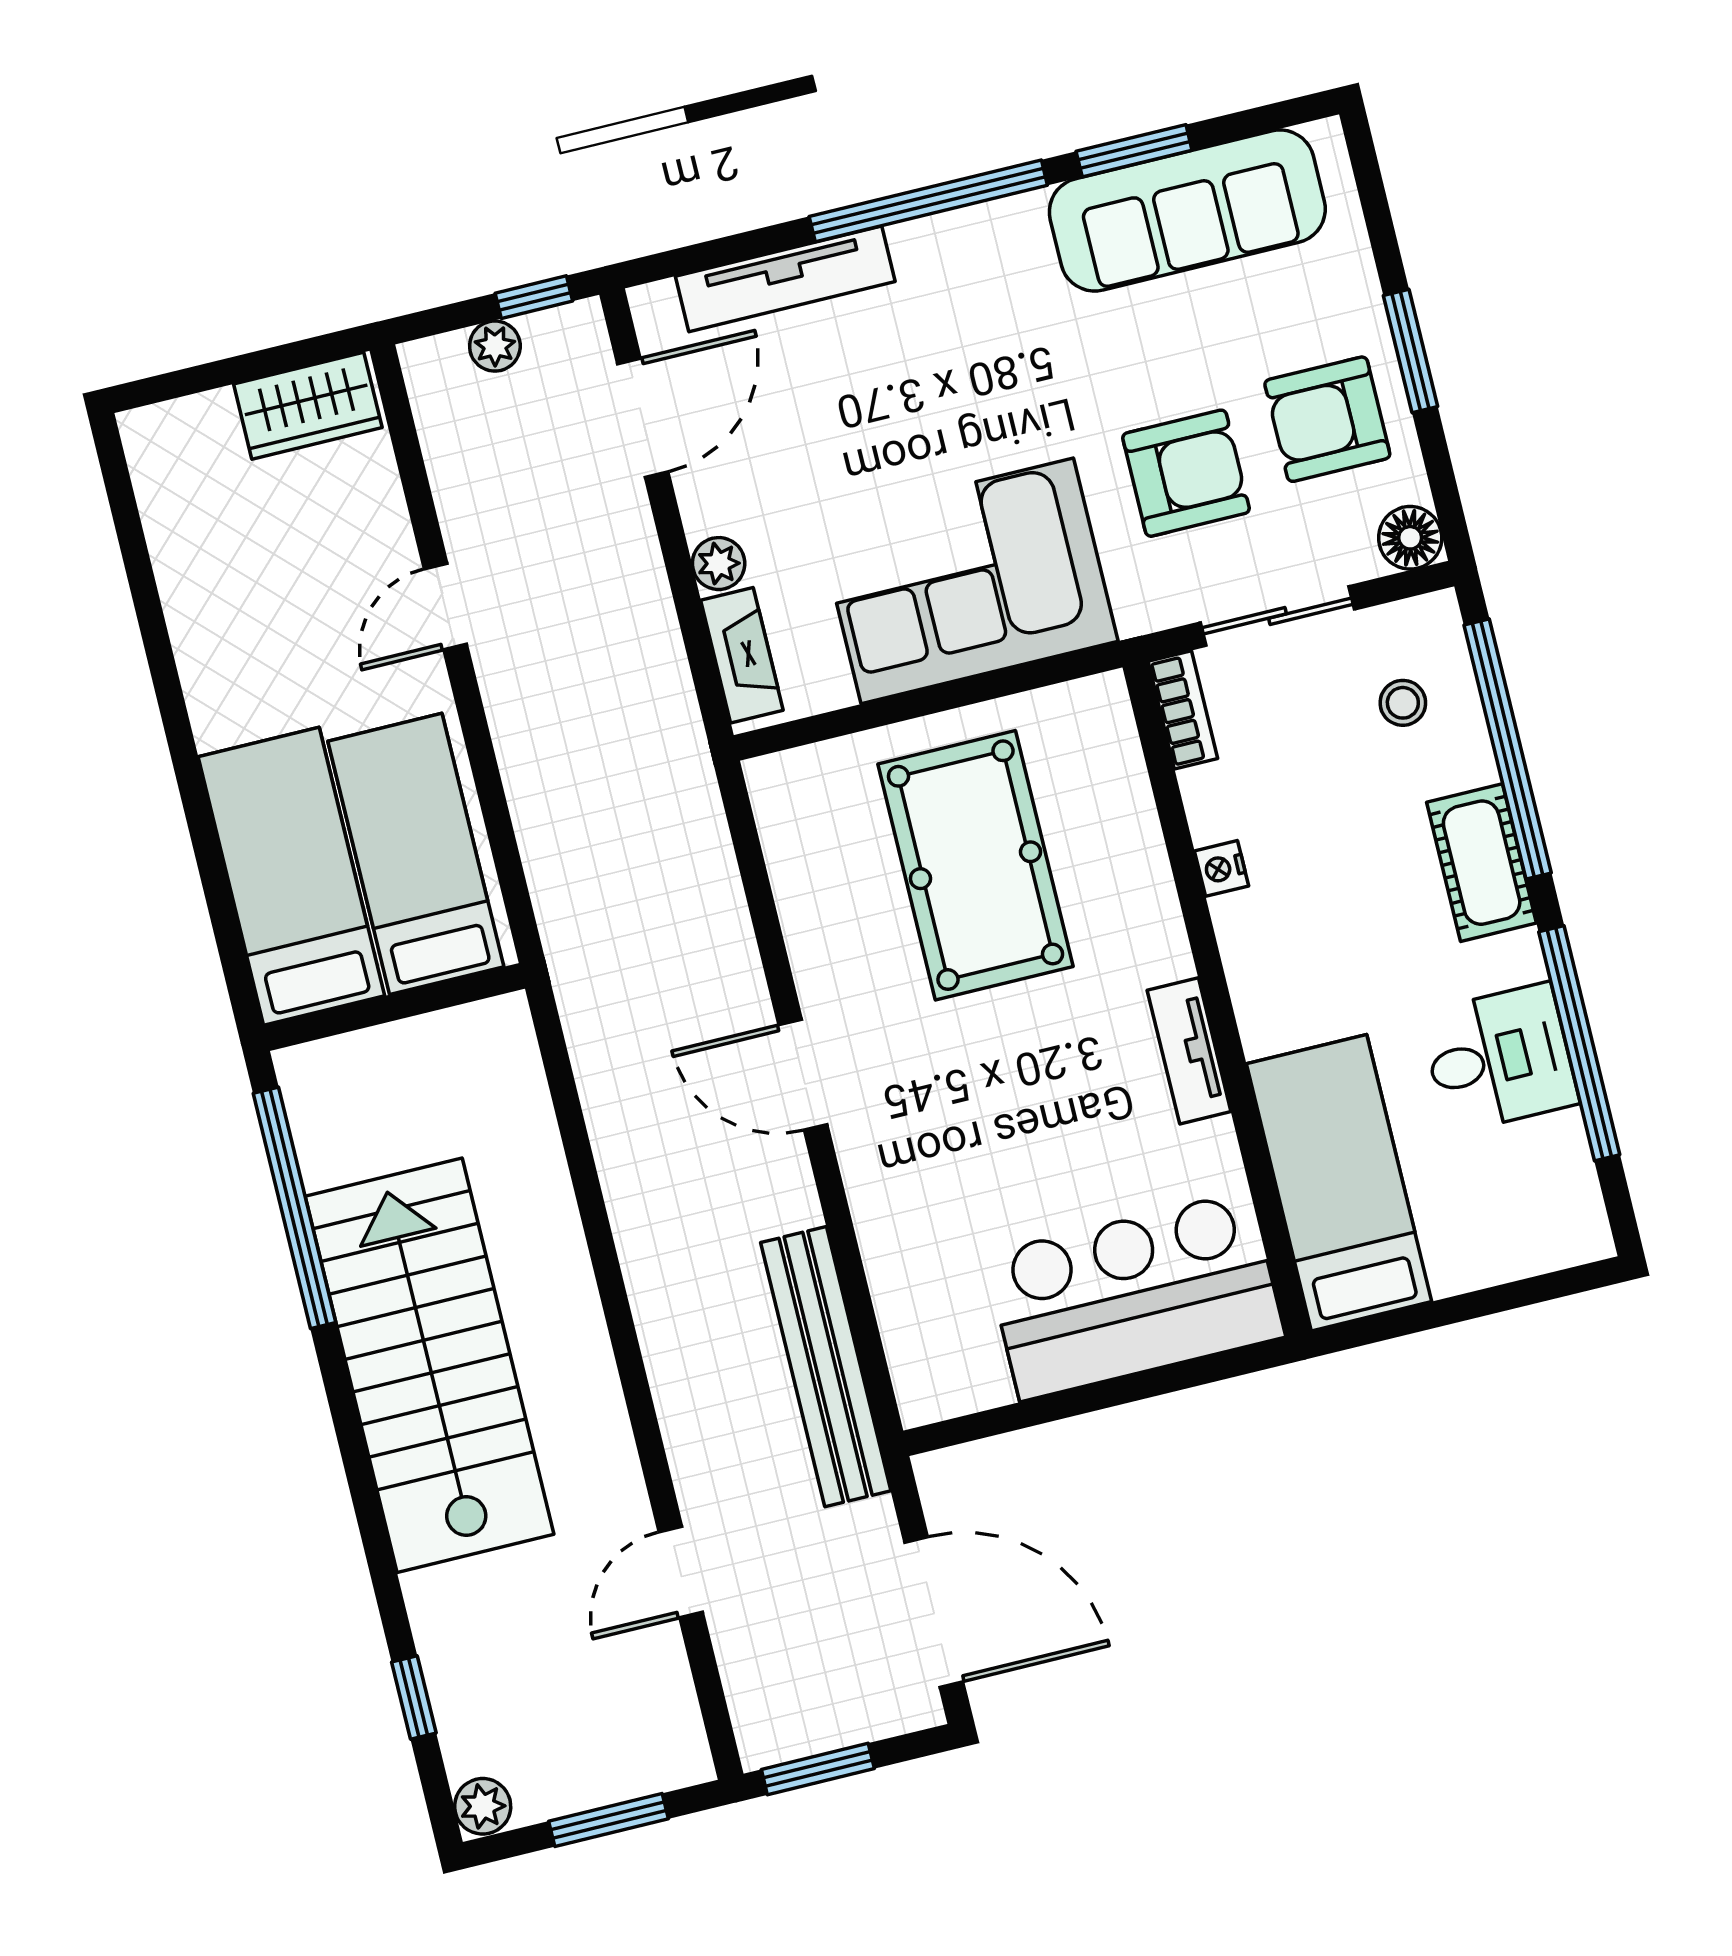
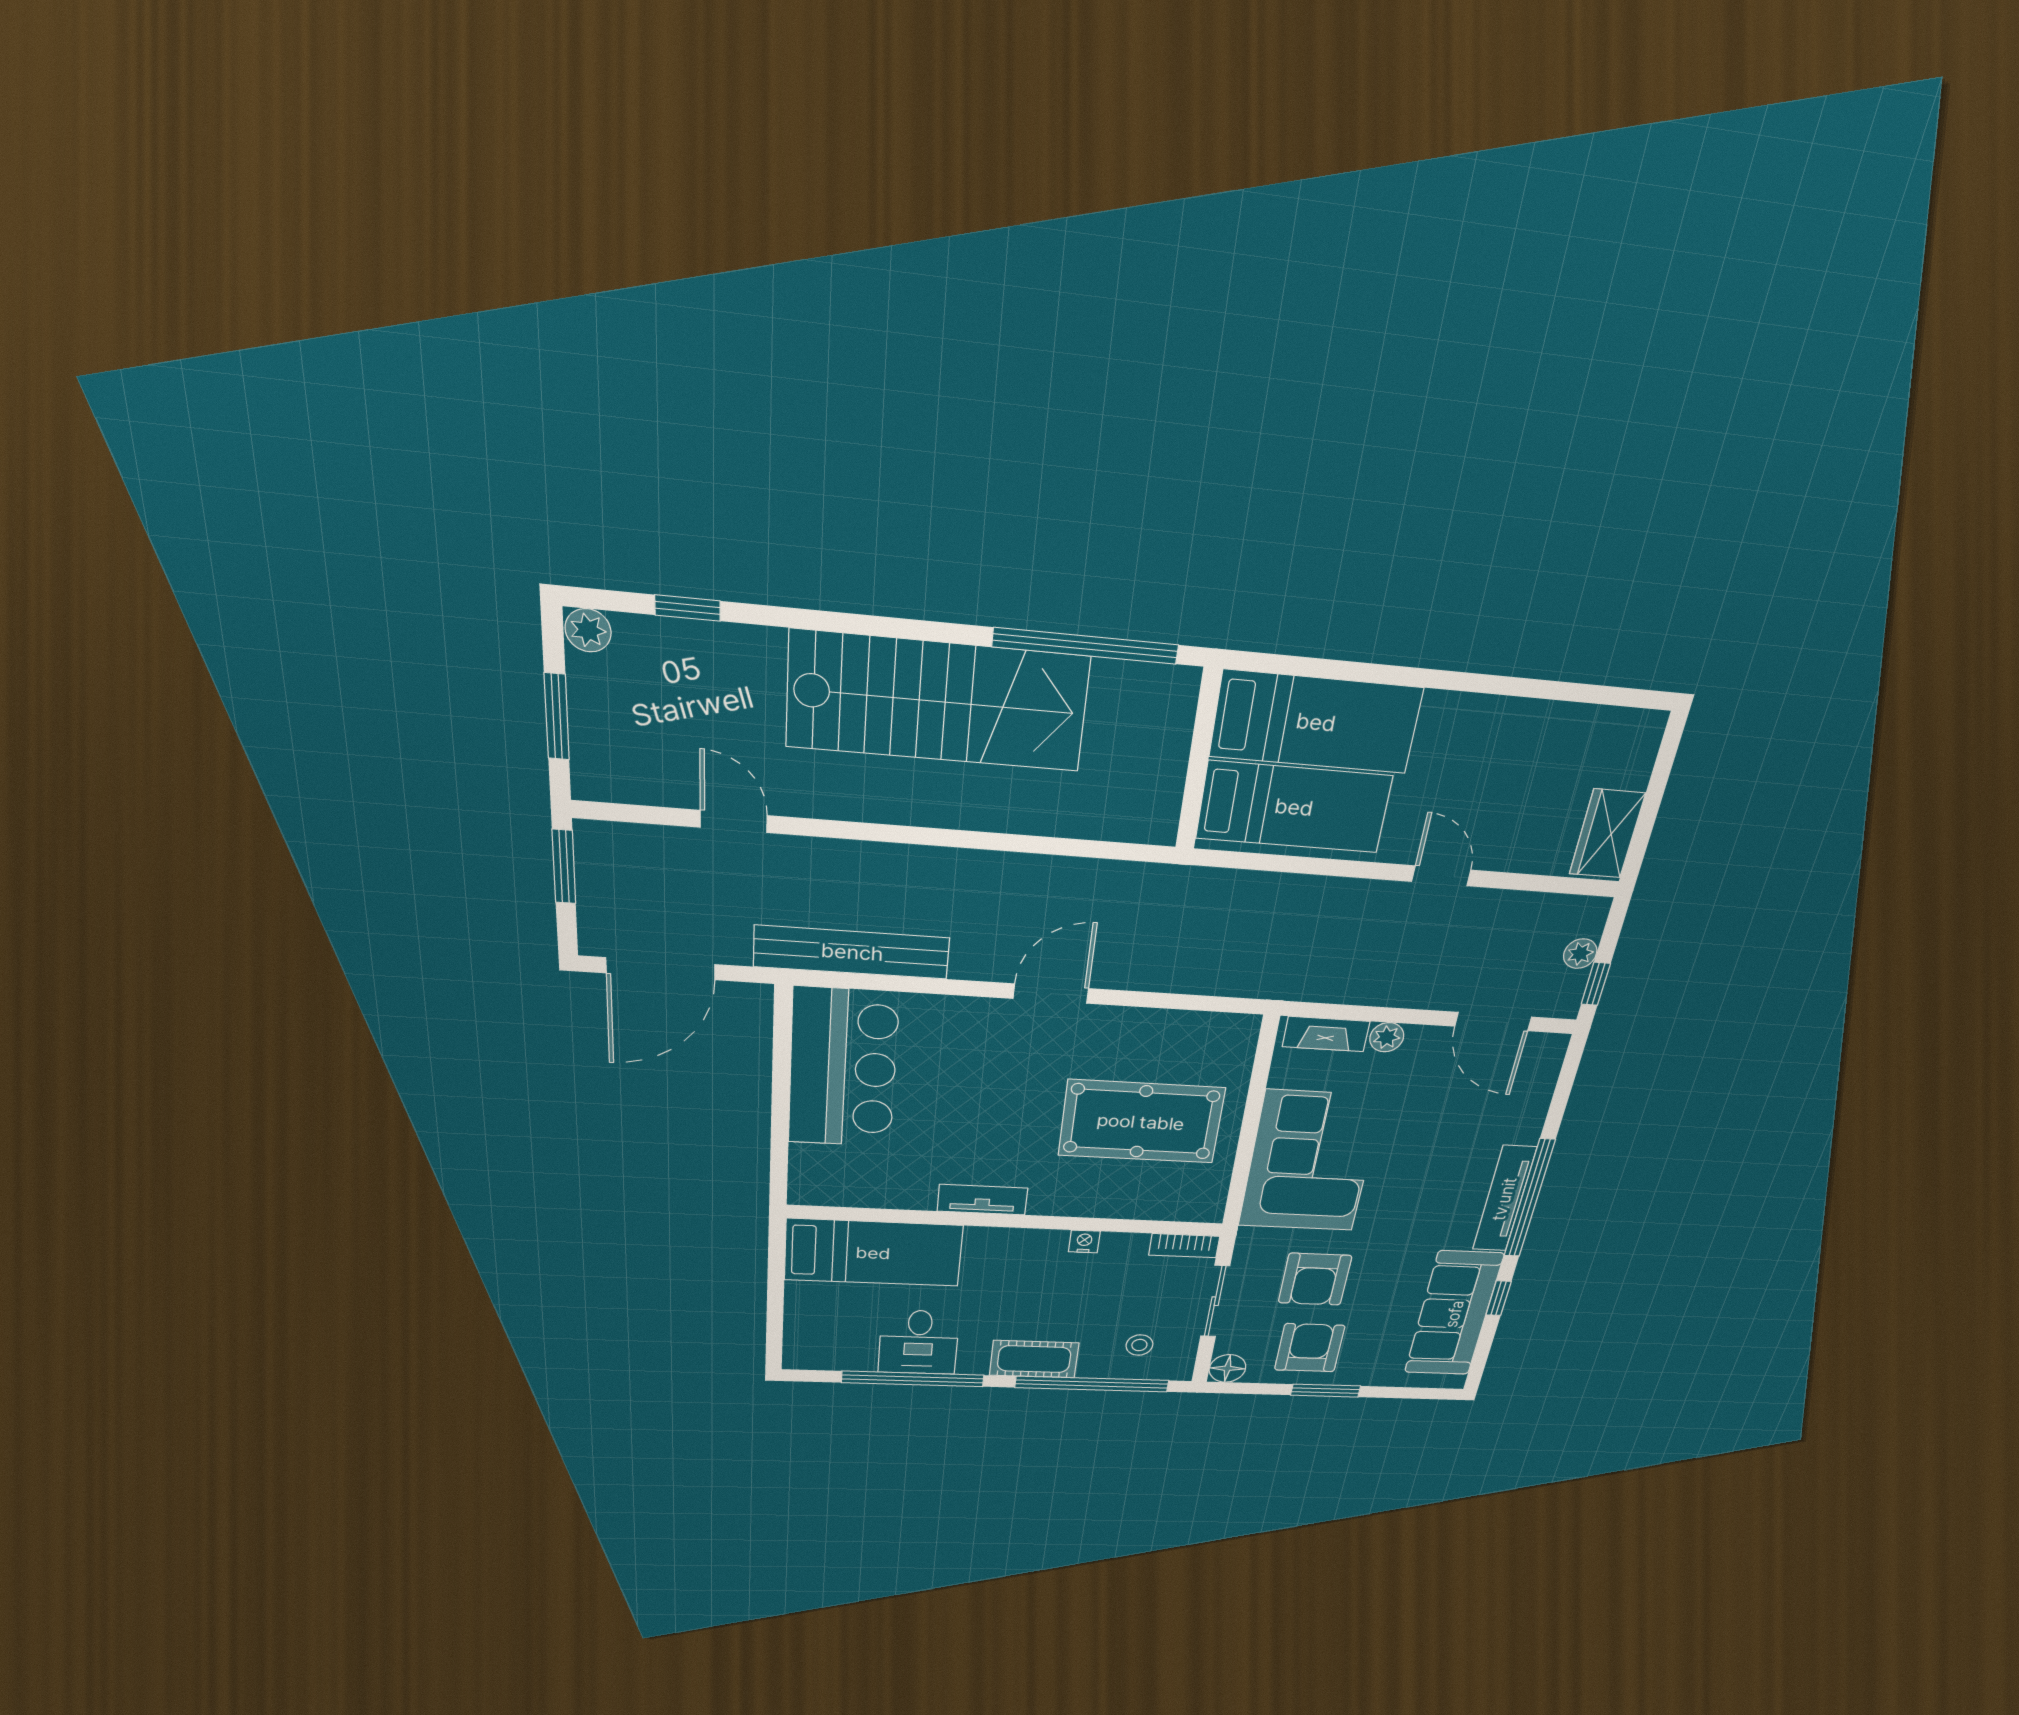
window: (1134, 151) -> (1499, 1298), width x0.67
tv unit: (785, 279) -> (1504, 1199), moved
bar counter: (1135, 1296) -> (843, 1068), moved

